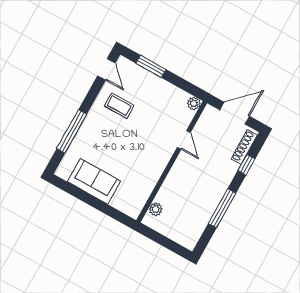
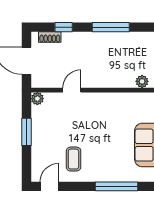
window: (151, 66) -> (26, 132), moved
shoe rack: (244, 147) -> (50, 37), width x0.70

